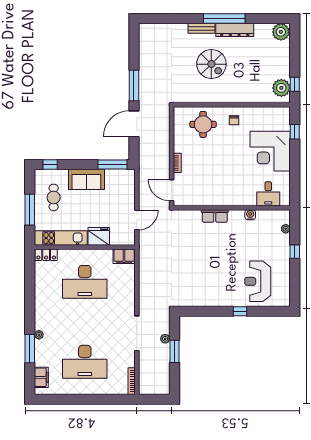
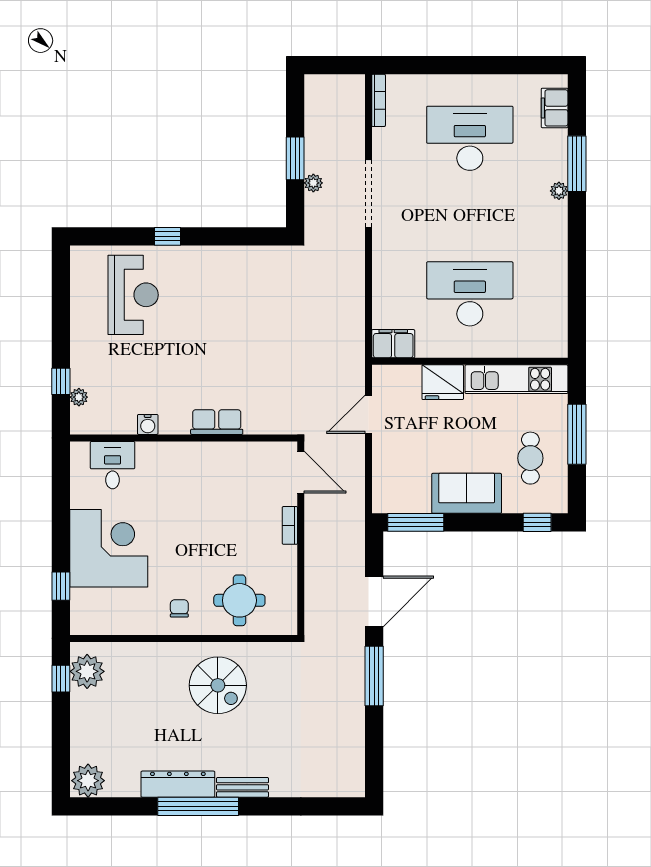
spiral stairs: (211, 64) -> (218, 685), moved, turned 180
window: (295, 252) -> (61, 381), moved
locker: (46, 255) -> (545, 346), removed

